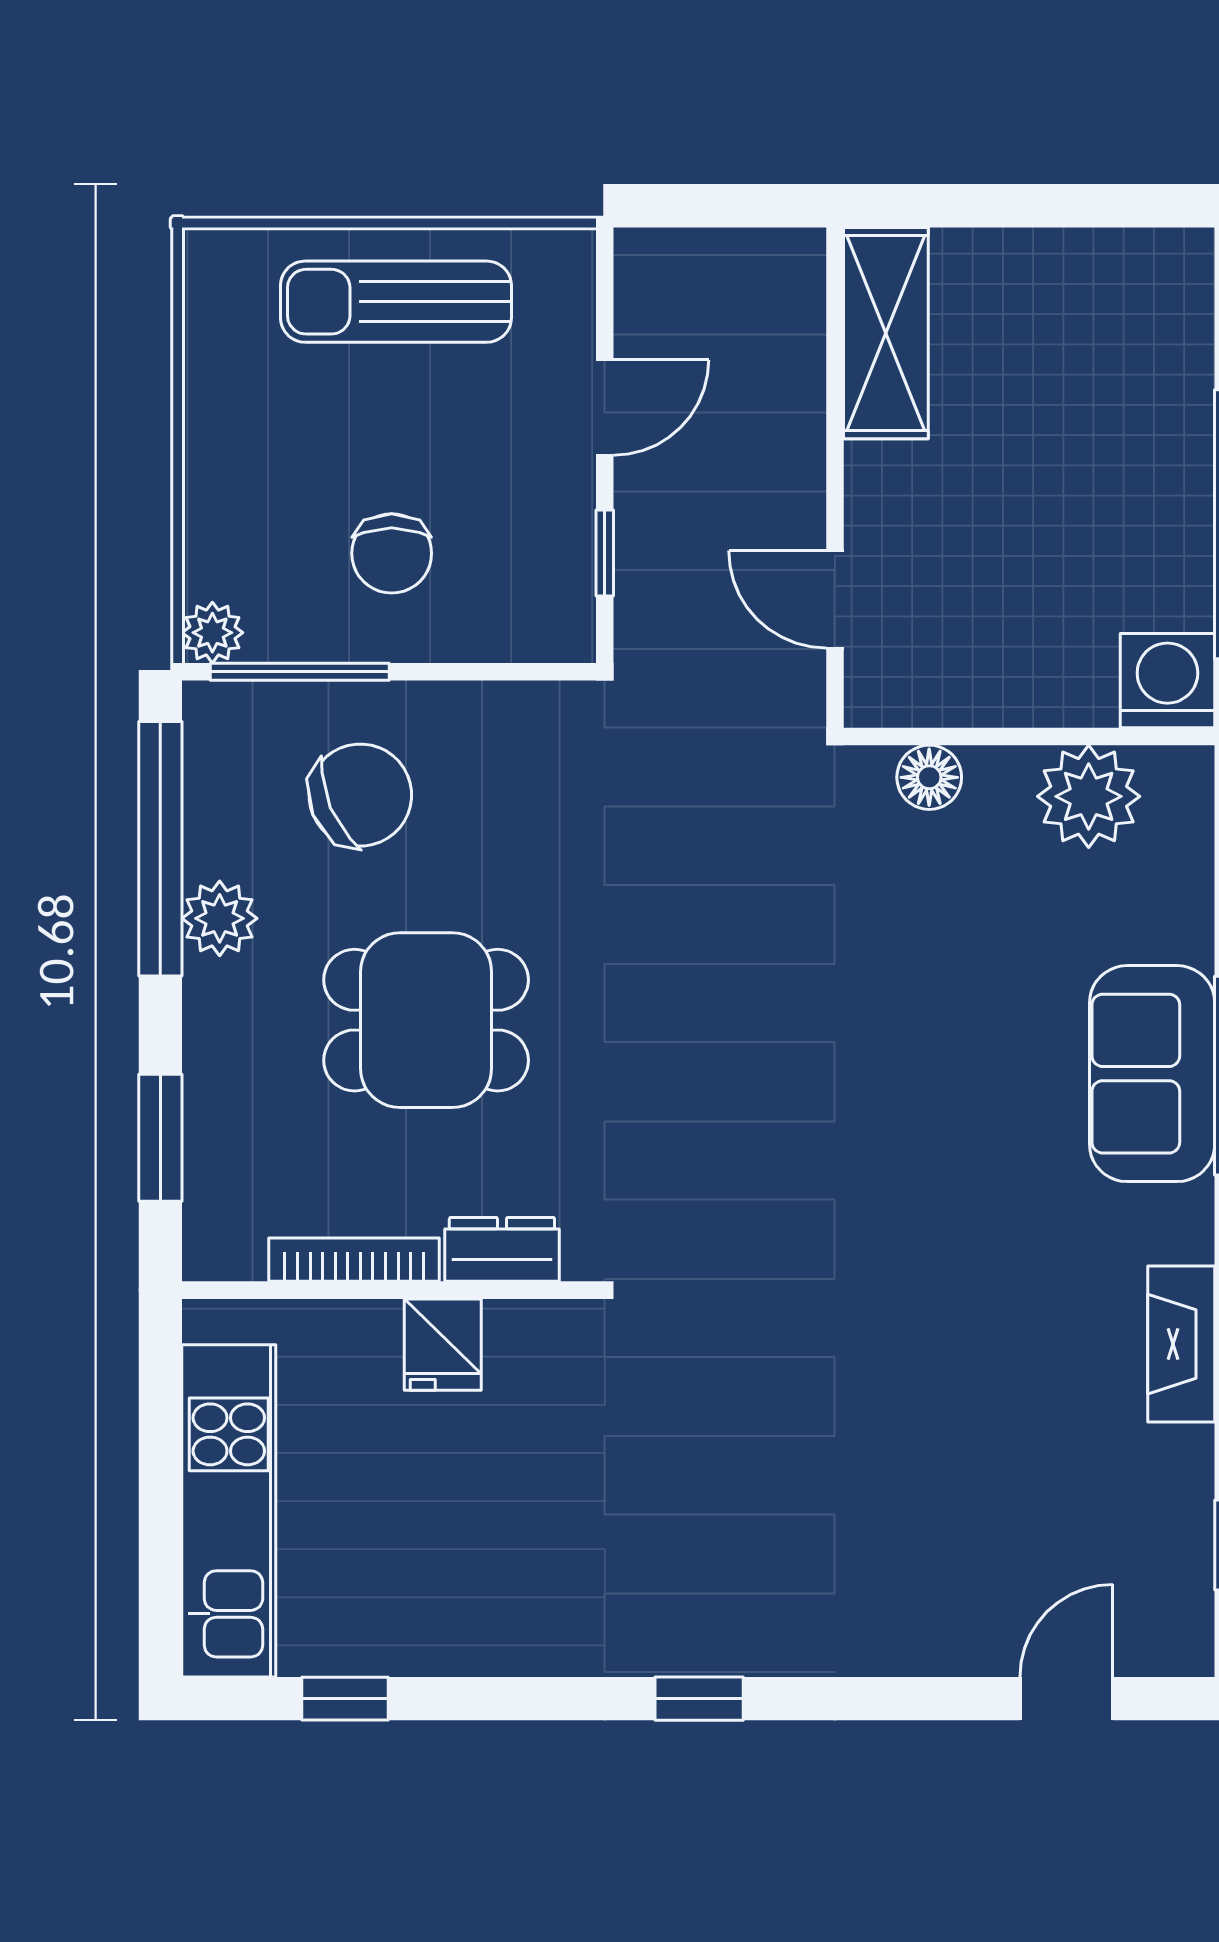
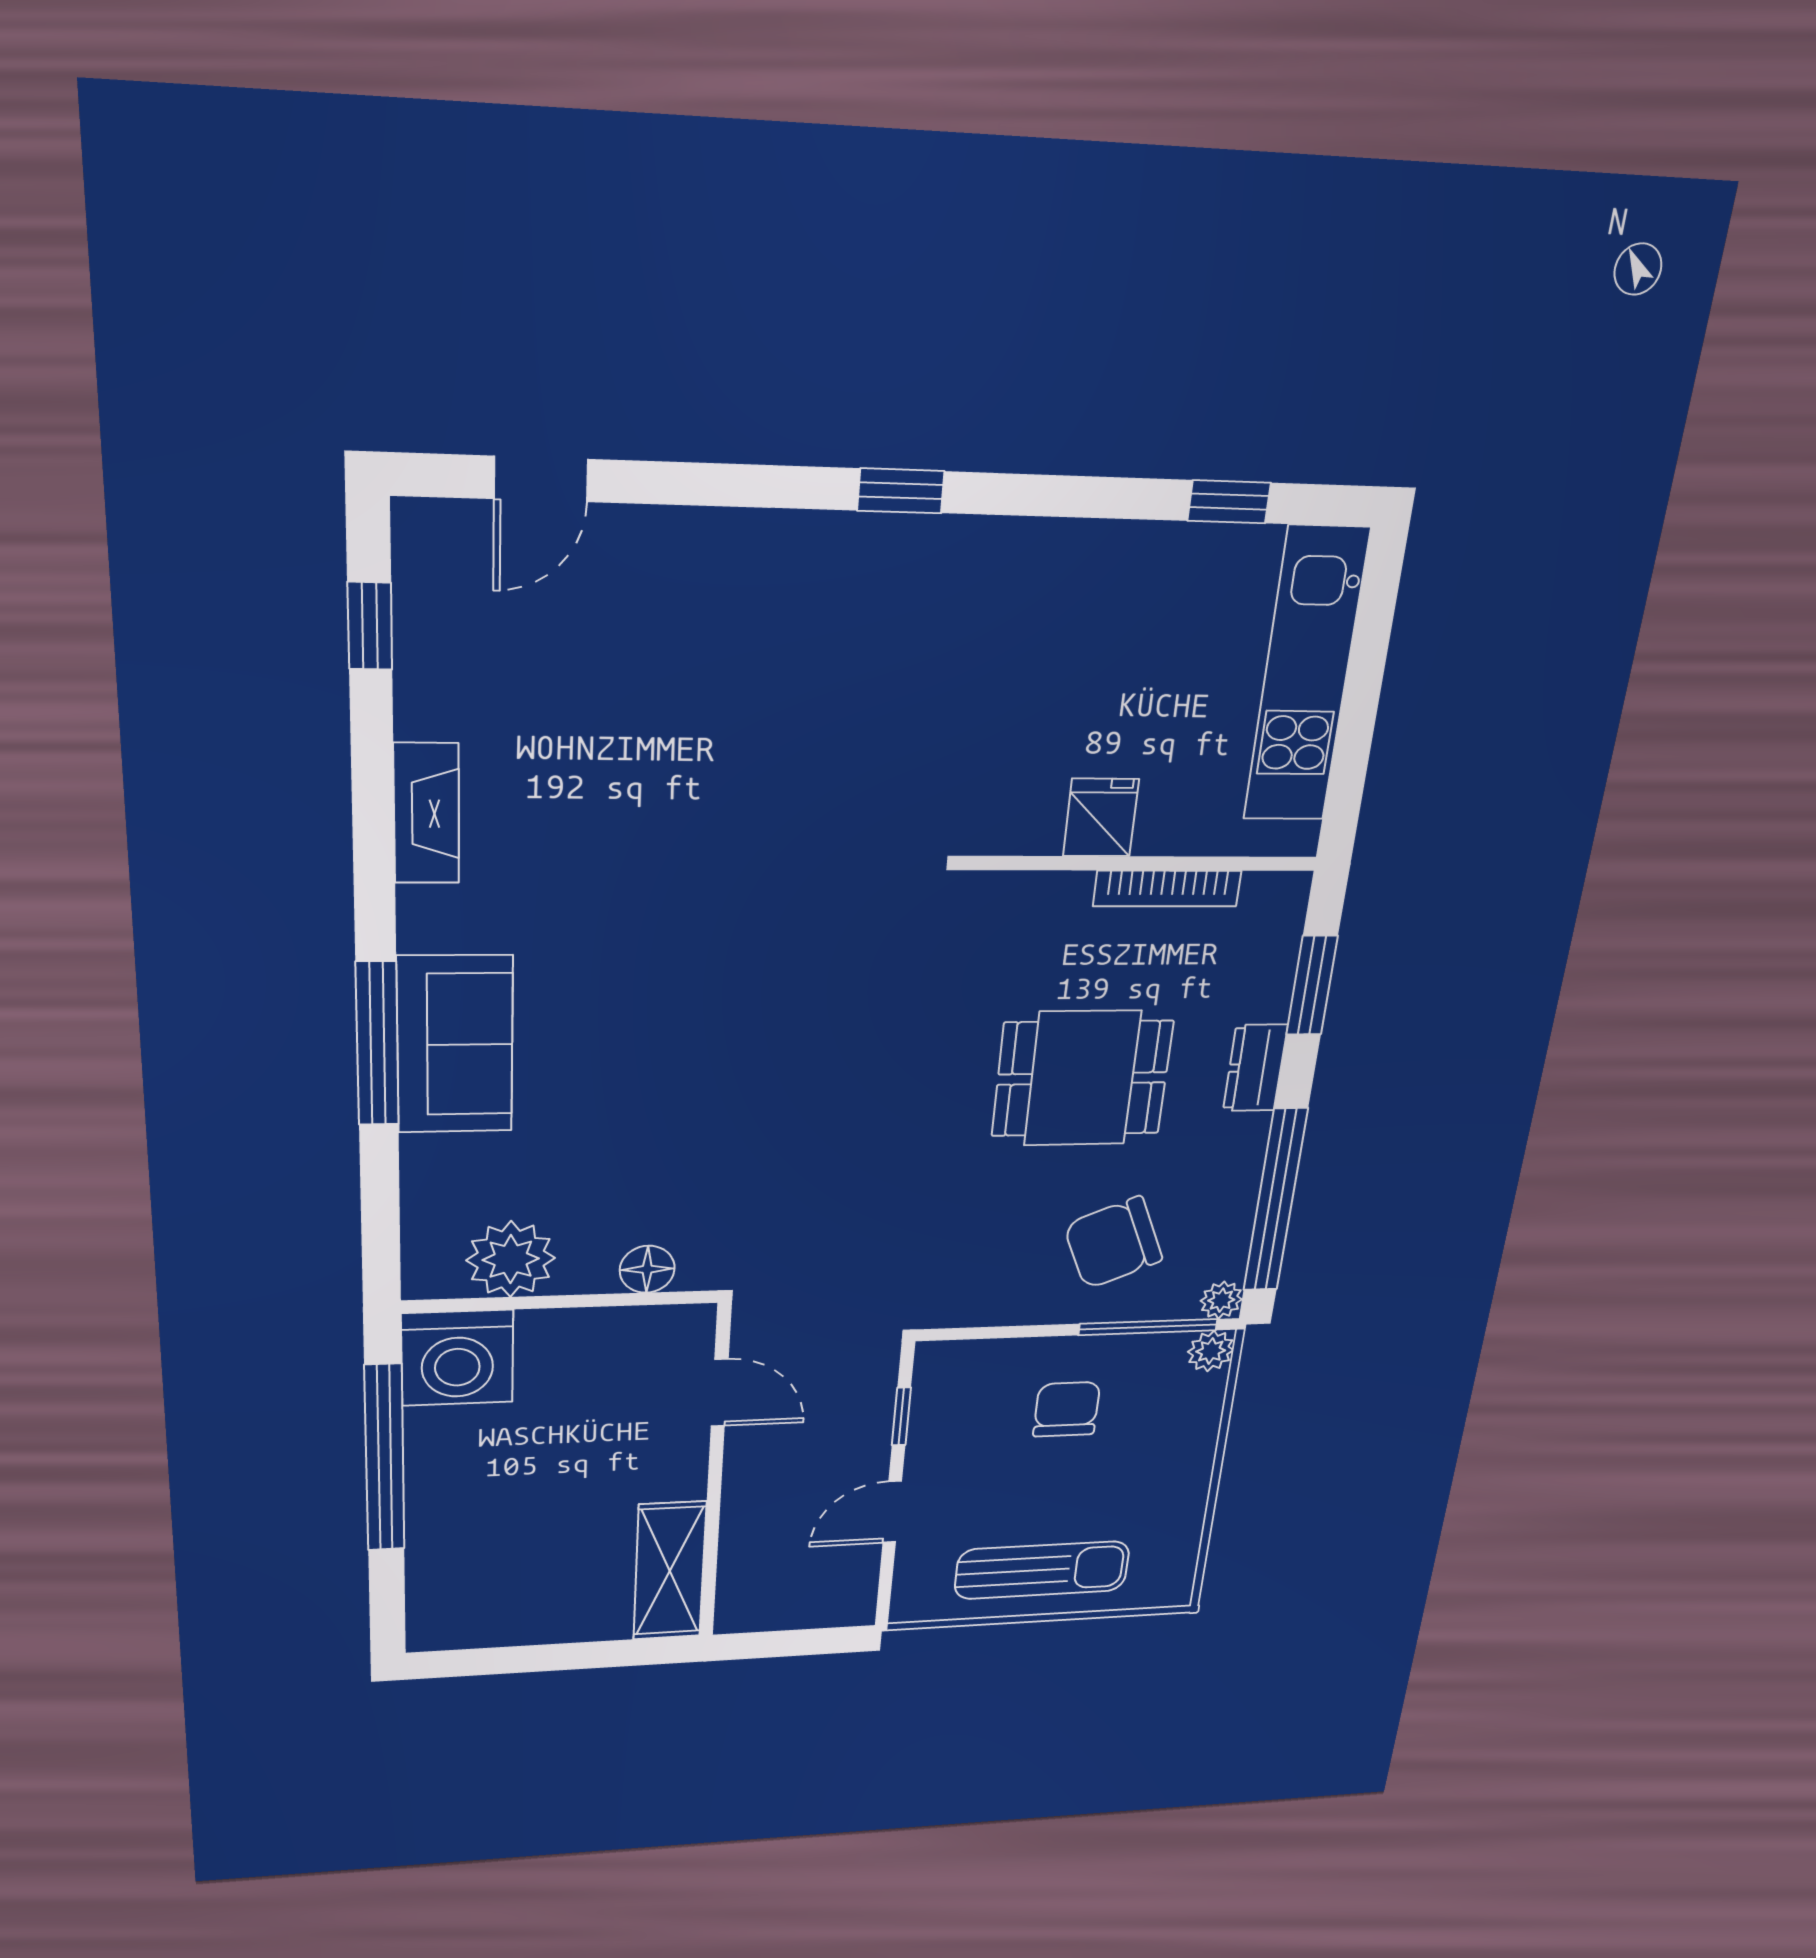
washing machine: (1167, 681) -> (457, 1358), width x1.37, depth x1.37
plant: (220, 918) -> (1221, 1300), moved, width x0.73, depth x0.73
dresser: (502, 1249) -> (1255, 1068), moved, turned 90

